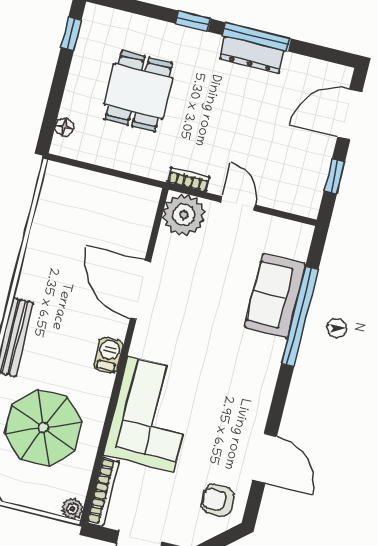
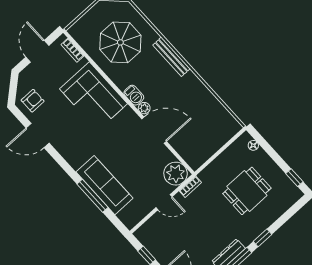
dining table: (138, 91) -> (247, 191), turned 90
sofa: (275, 296) -> (104, 185), width x1.36
window: (300, 316) -> (92, 196), width x0.68
bookcase: (103, 491) -> (72, 50), width x0.64
plant: (72, 509) -> (144, 108), moved

